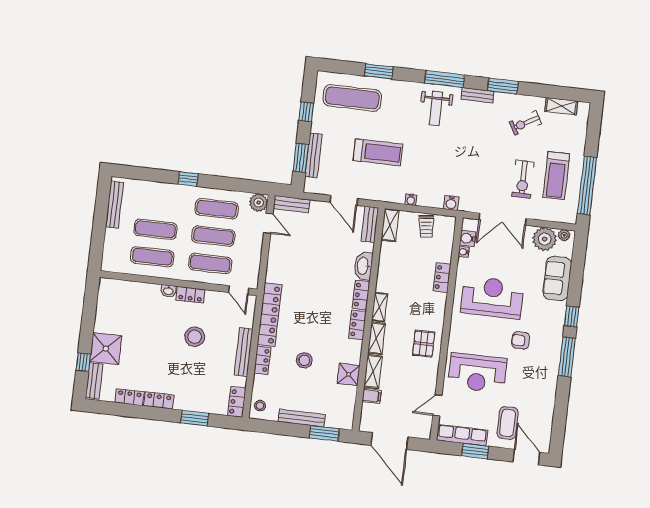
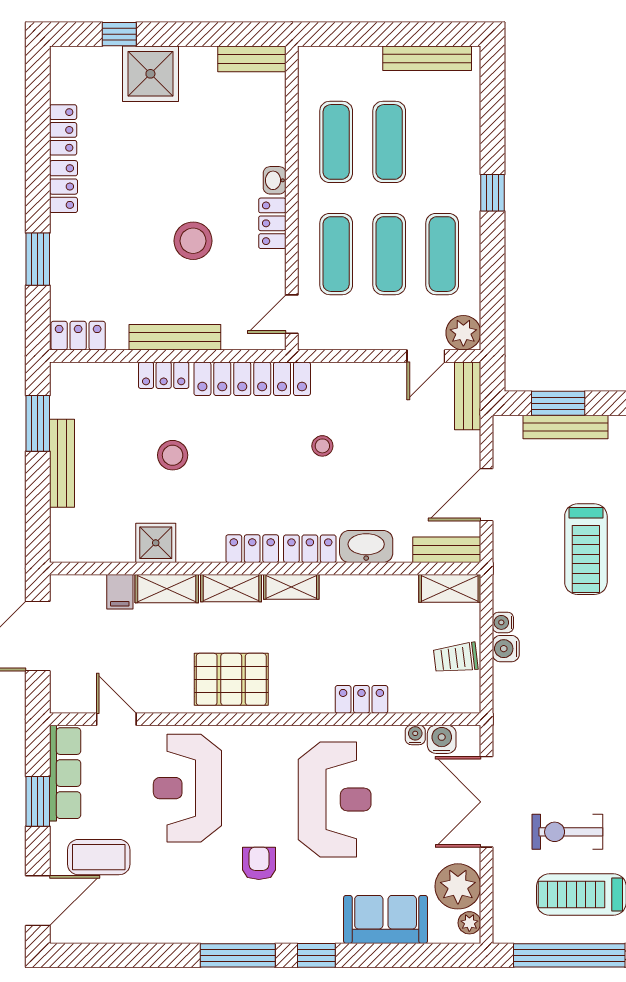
water cooler: (451, 203) -> (506, 649), moved
pallet: (424, 344) -> (231, 679), width x1.50, depth x1.42
bench: (94, 381) -> (252, 59), moved
stool: (260, 406) -> (322, 446), moved
window: (324, 433) -> (38, 423), moved

